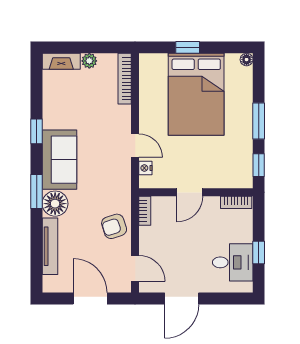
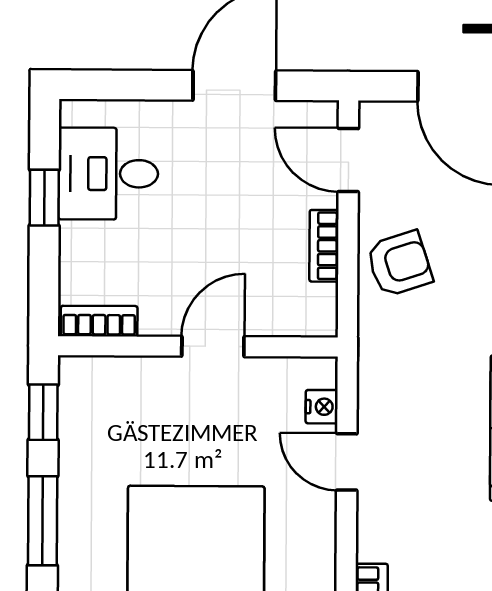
bookcase: (145, 211) -> (324, 246), moved

